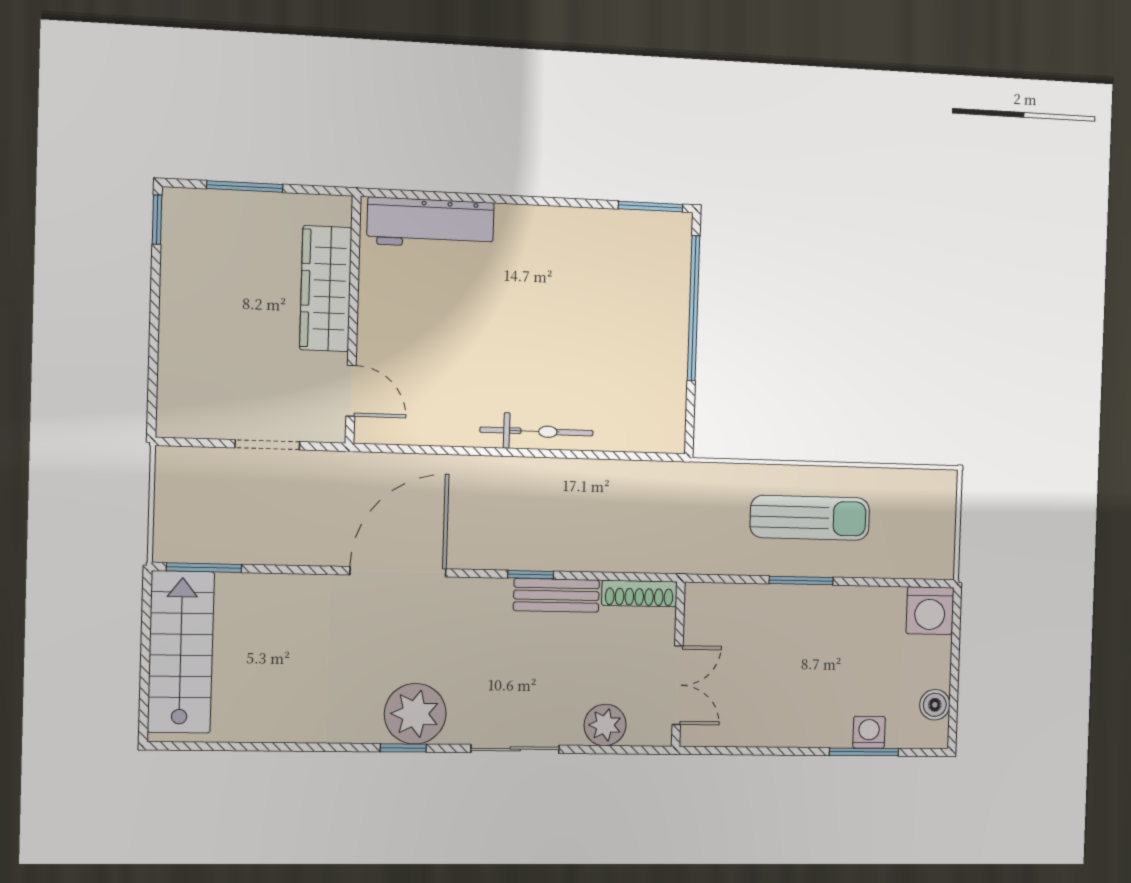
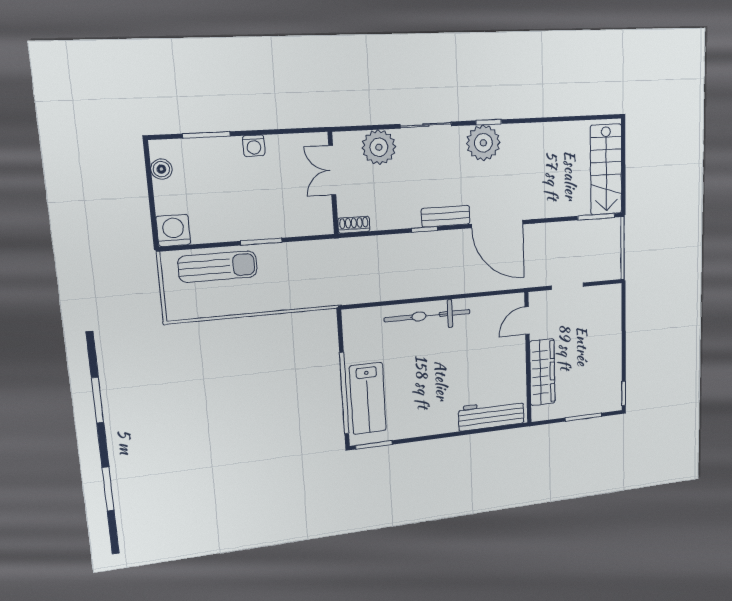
lab bench: (654, 292) -> (368, 398), added
door: (351, 391) -> (527, 321), hinge flipped
bicycle: (537, 431) -> (427, 316), width x1.37, depth x1.40
sun lounger: (810, 518) -> (218, 267), moved, turned 180
door: (398, 572) -> (497, 224), hinge flipped
shoe rack: (639, 594) -> (354, 225), width x0.70
bench: (556, 595) -> (446, 216), moved
plant: (605, 725) -> (379, 147), width x1.36, depth x1.36
washing machine: (869, 732) -> (254, 146), moved

